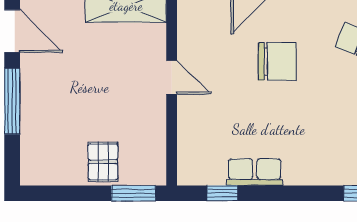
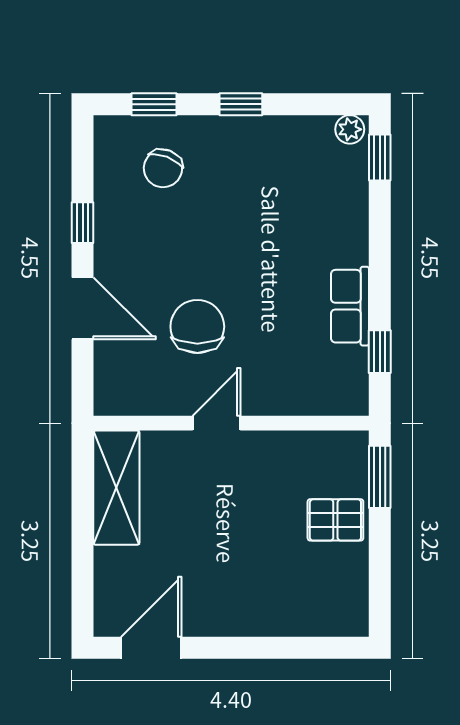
chair: (277, 61) -> (197, 327), moved
window: (12, 101) -> (250, 648), removed

